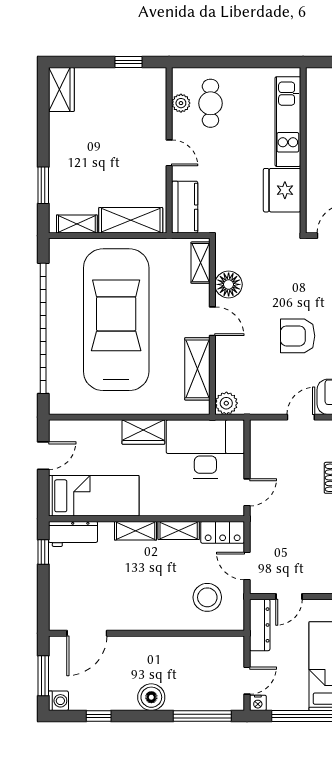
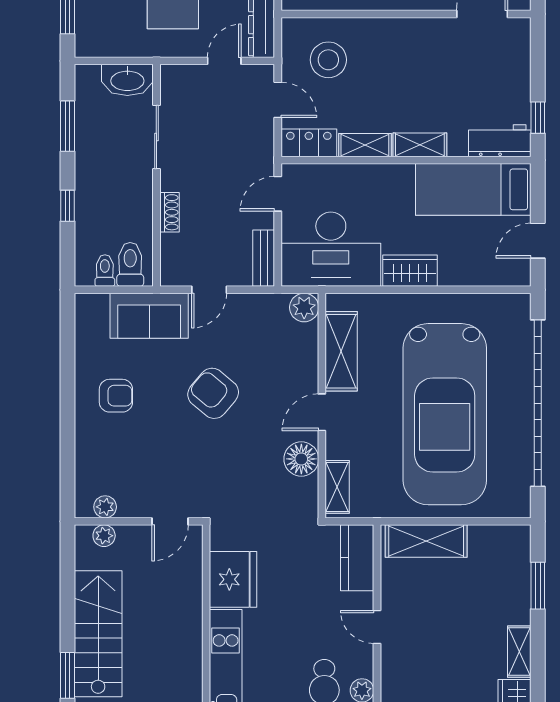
shelving: (77, 224) -> (519, 652), moved, turned 90
door: (212, 321) -> (322, 412), hinge flipped
armchair: (298, 336) -> (213, 393), turned -140
bench: (258, 442) -> (264, 258), added

